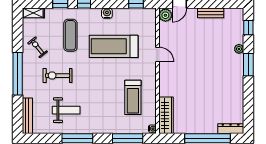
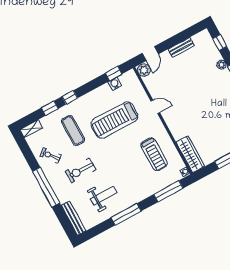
water cooler: (107, 13) -> (115, 84), moved

